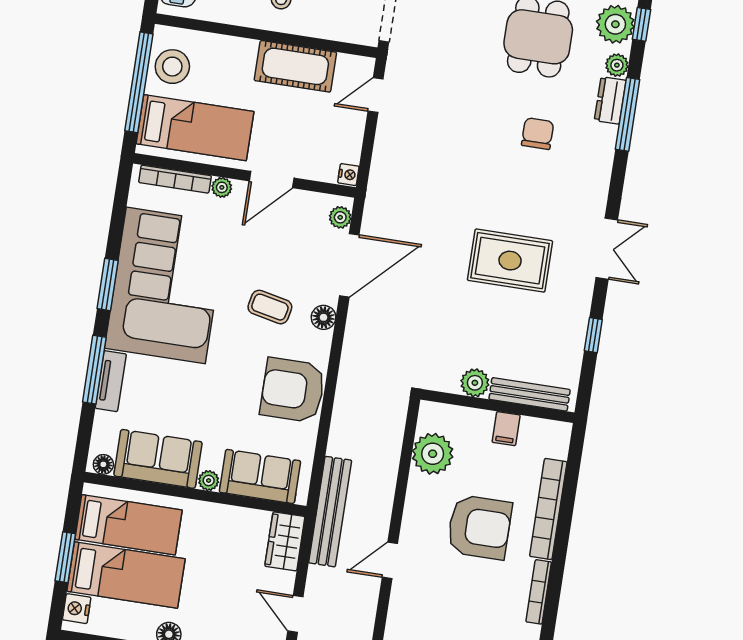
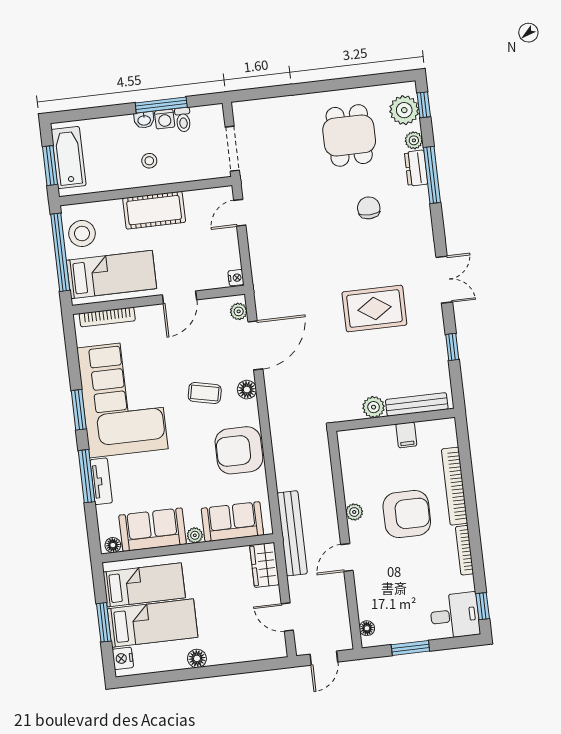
cot: (295, 66) -> (154, 210), moved
plant: (222, 187) -> (144, 314), removed
plant: (433, 454) -> (354, 512), moved, width x0.53, depth x0.53

